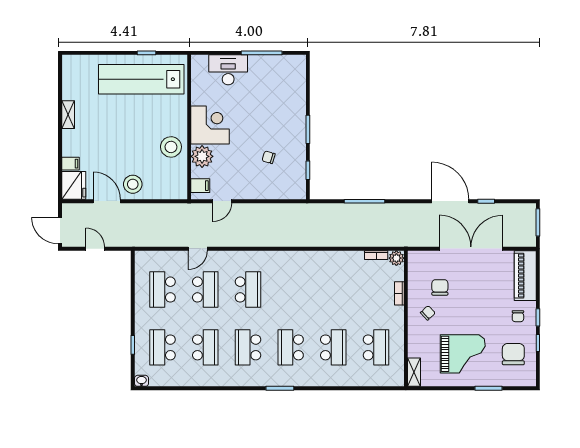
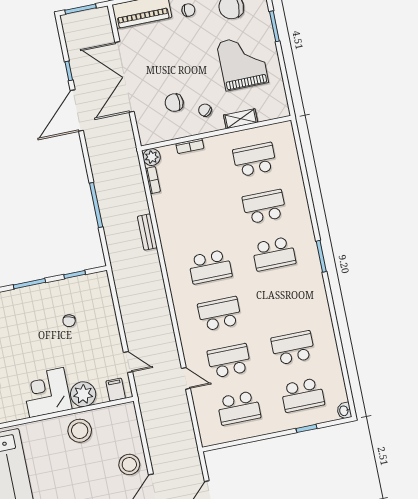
bench: (332, 241) -> (147, 232), added
school desk: (248, 347) -> (210, 267), moved
shelving: (414, 372) -> (241, 119), moved

